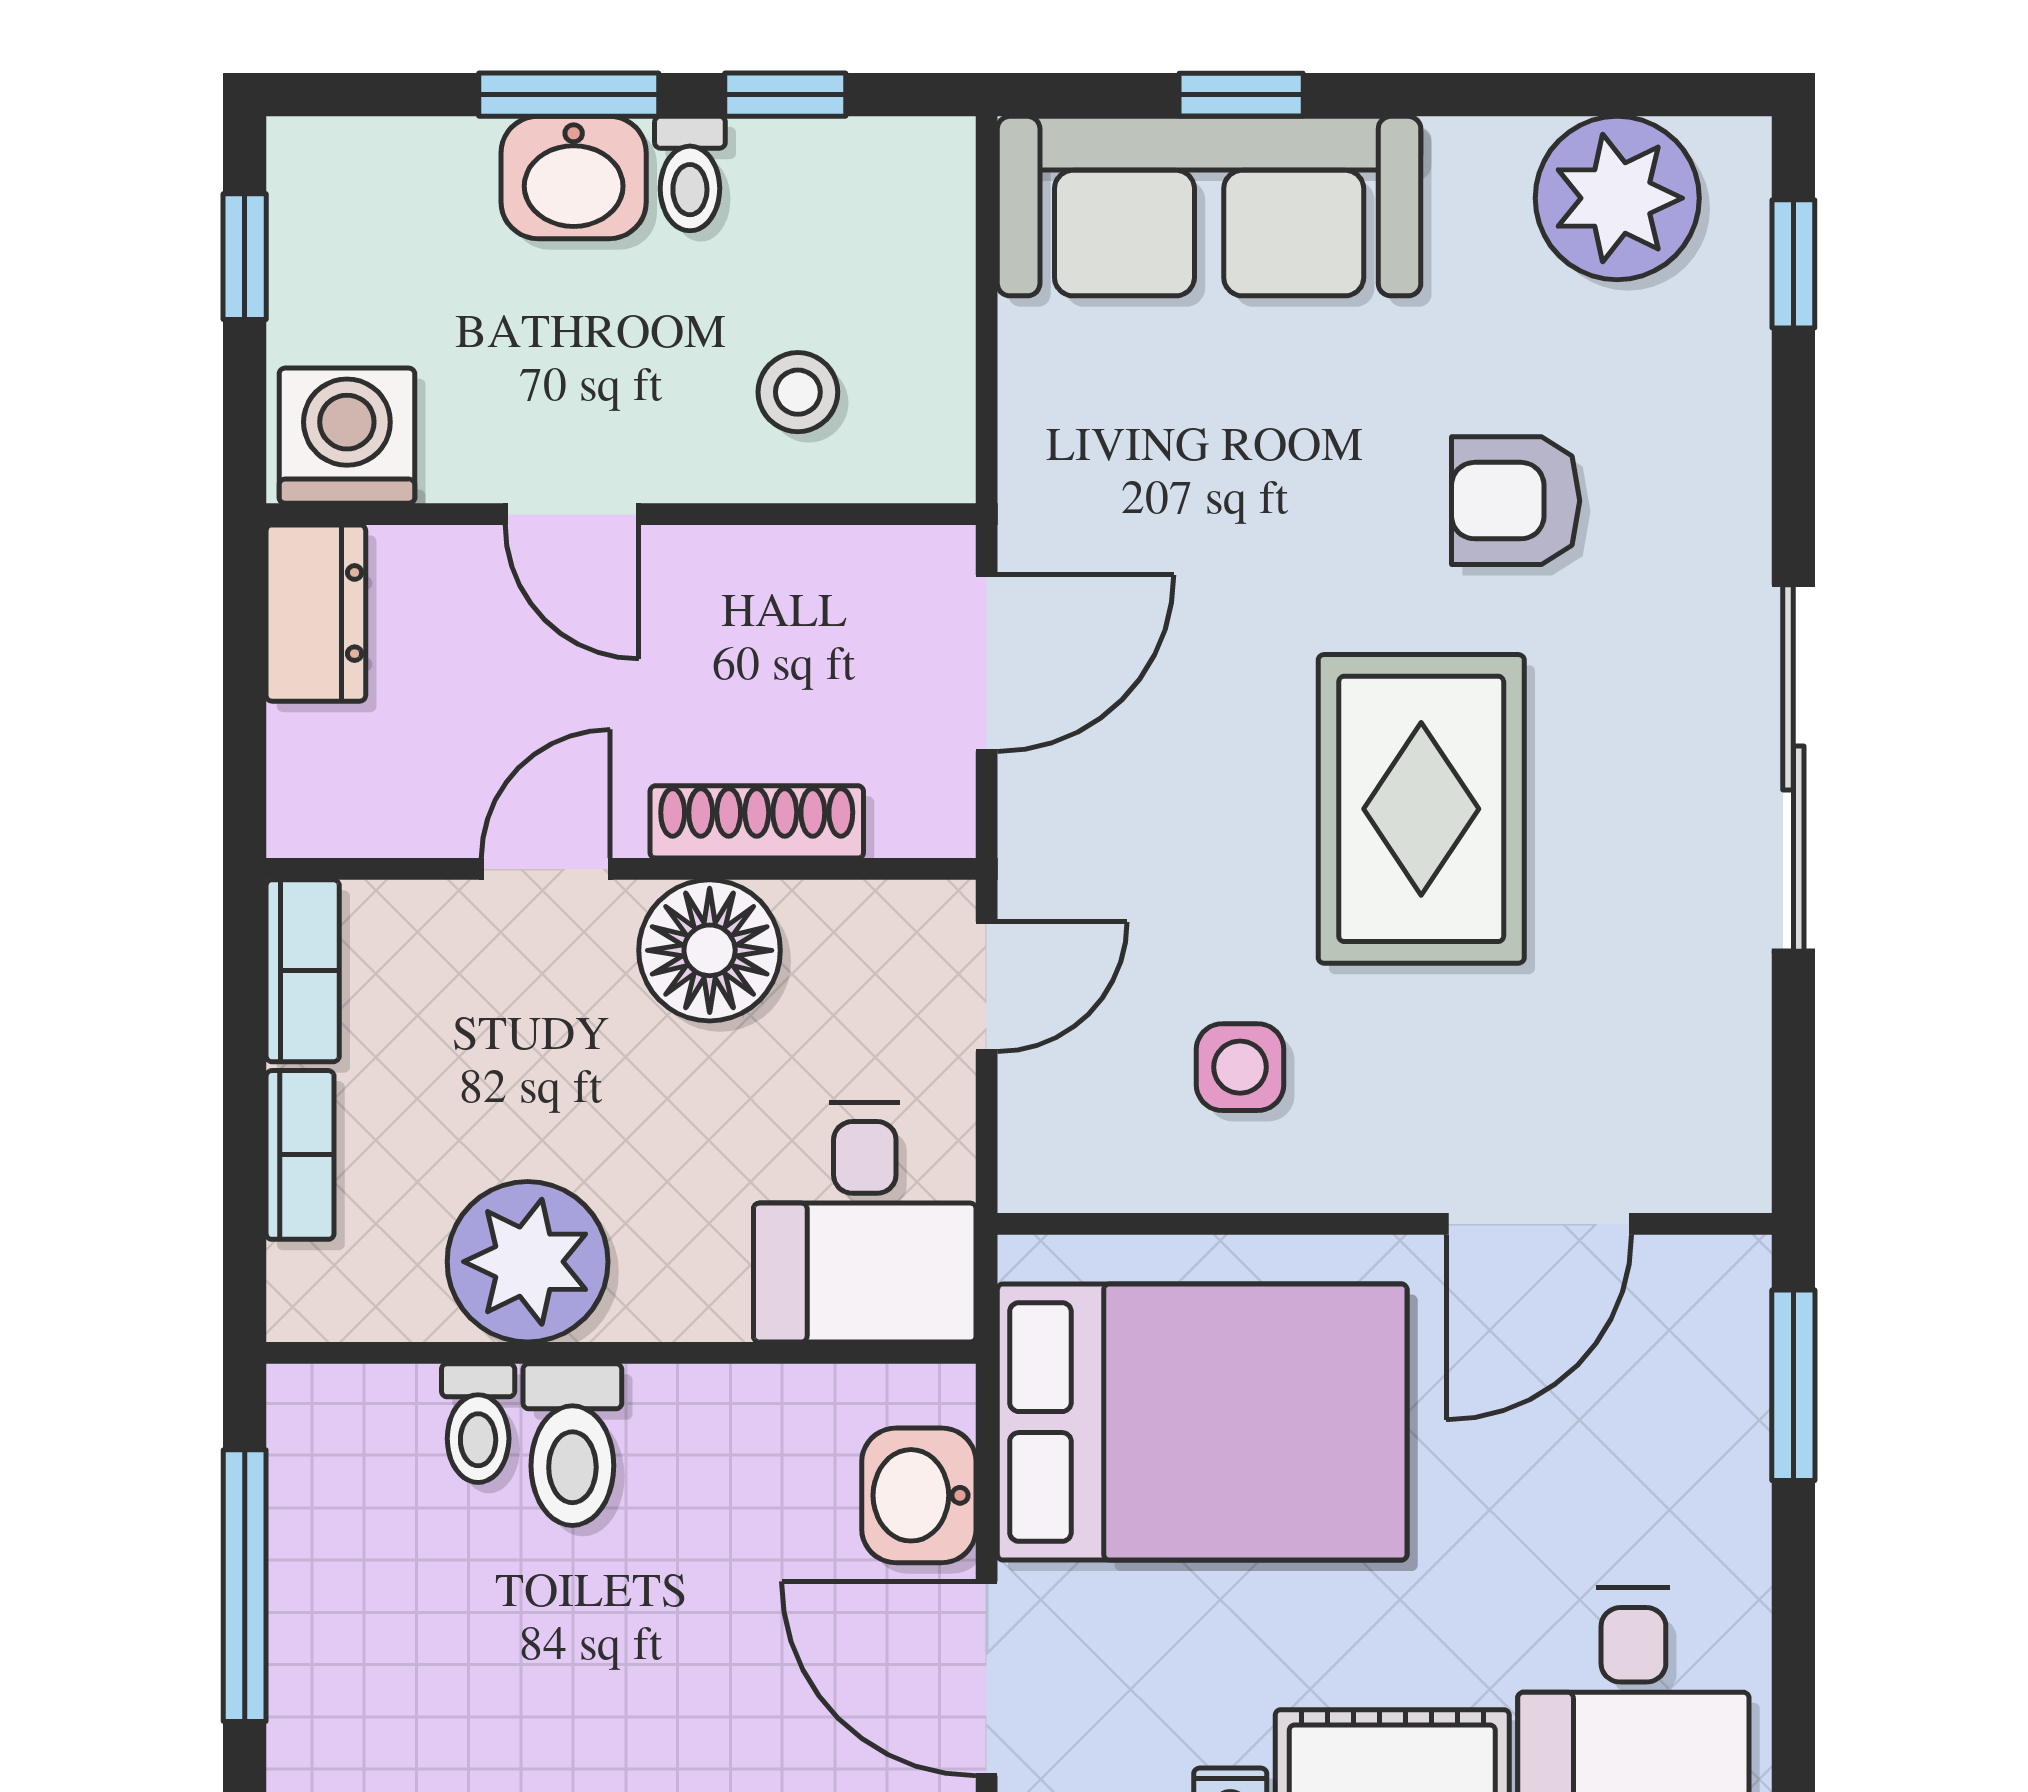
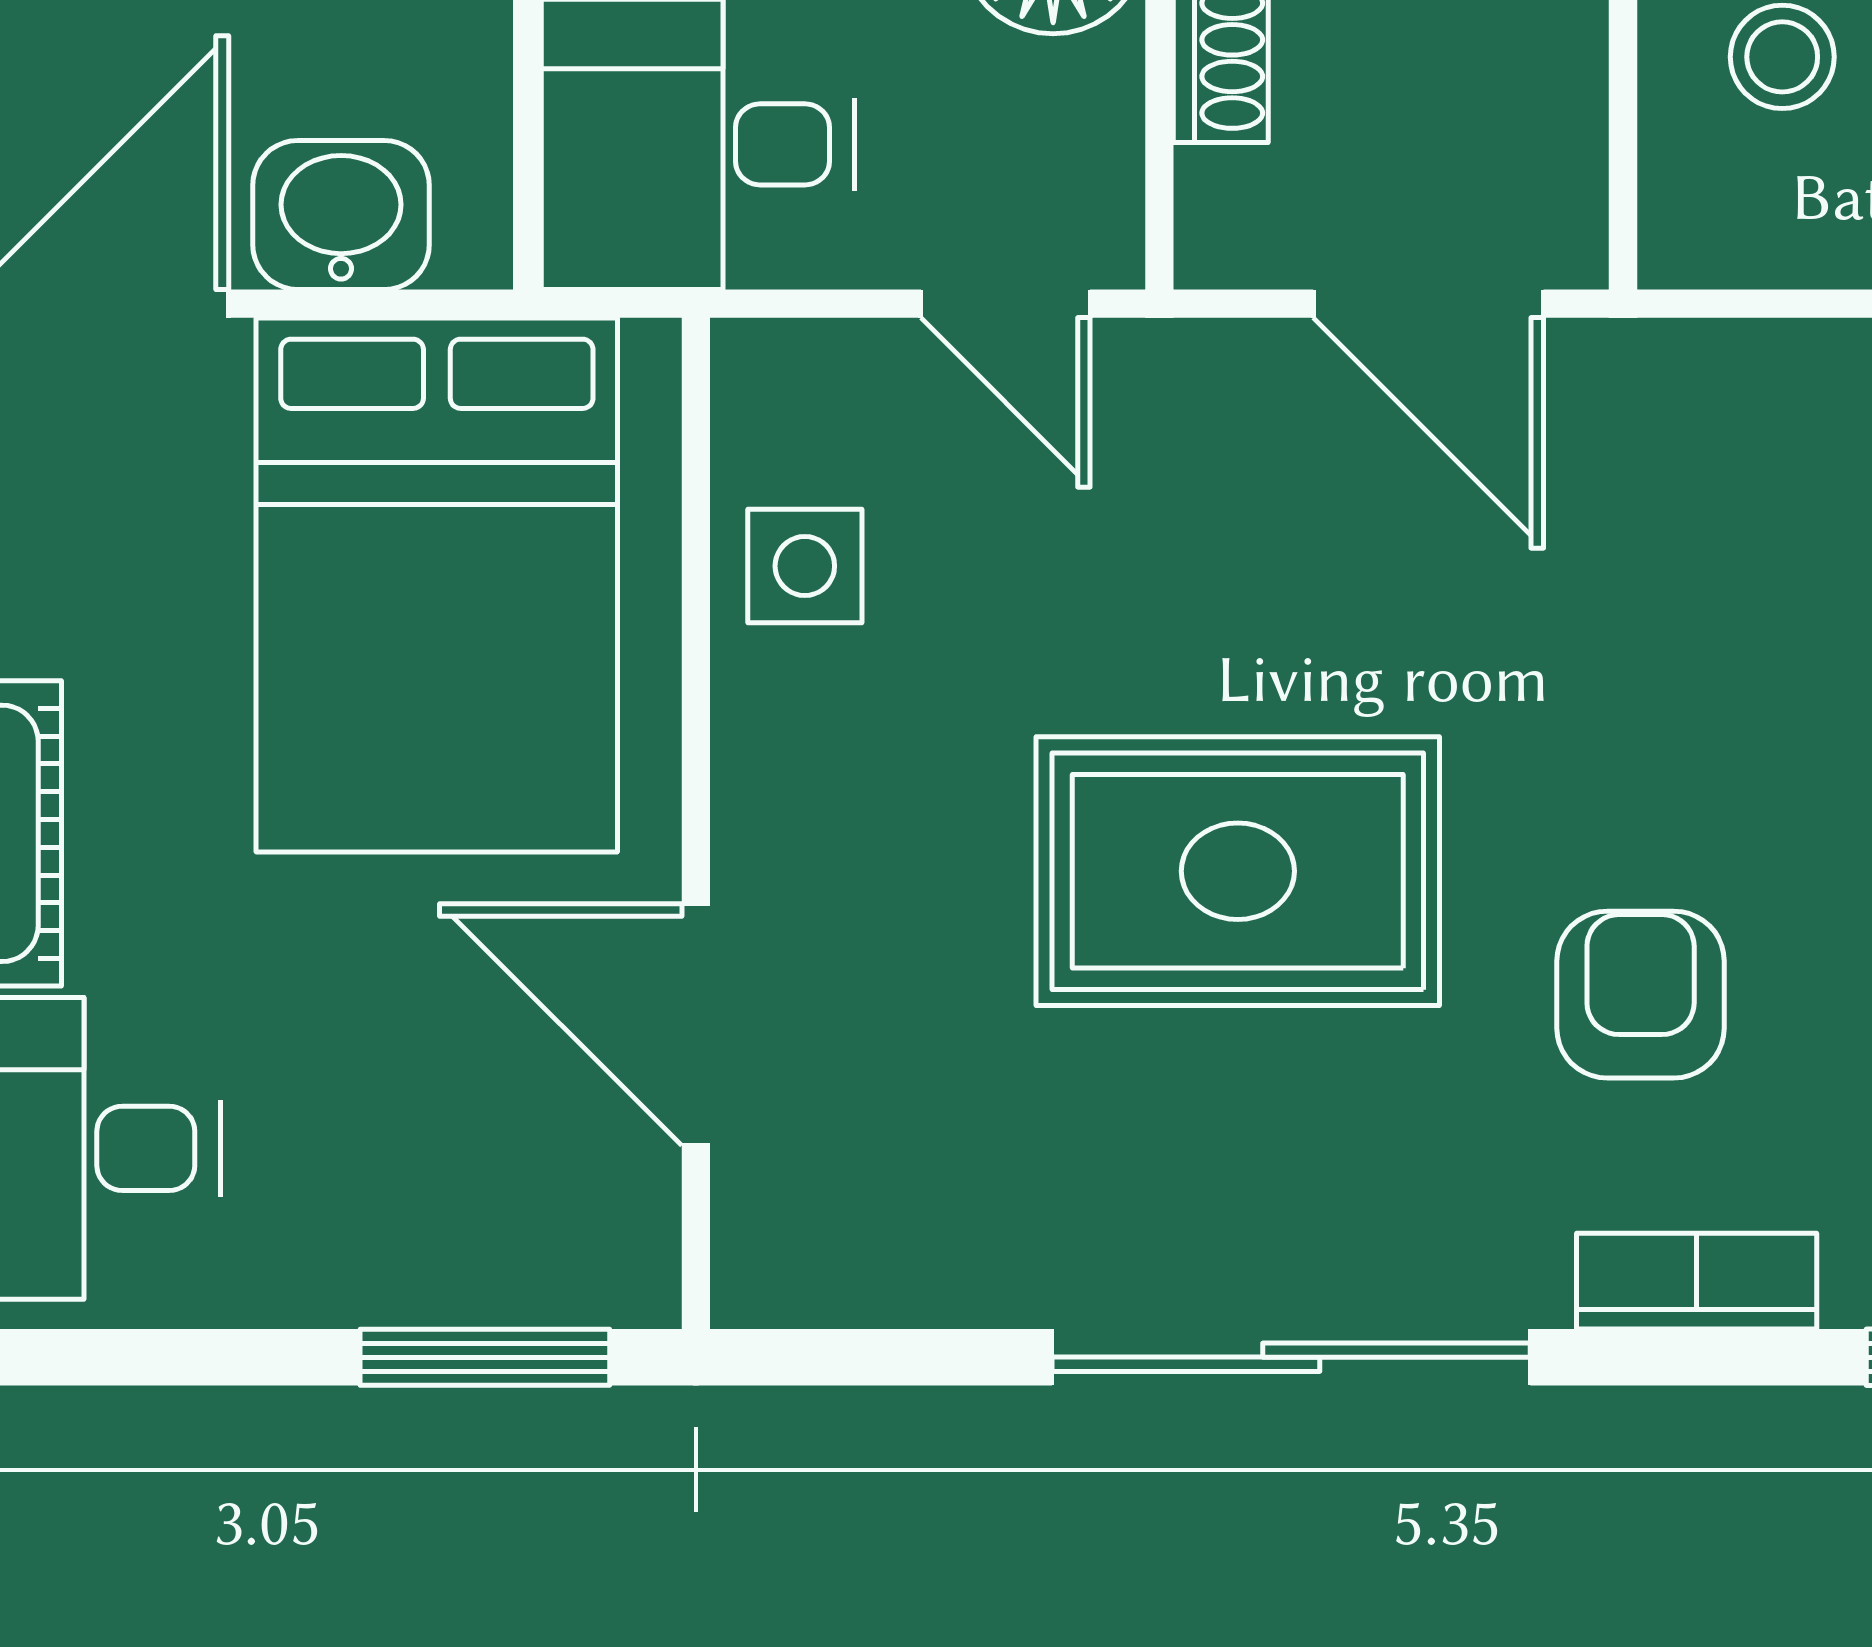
bookcase: (1735, 458) -> (1697, 1281), added
side table: (1240, 1067) -> (805, 566), moved

